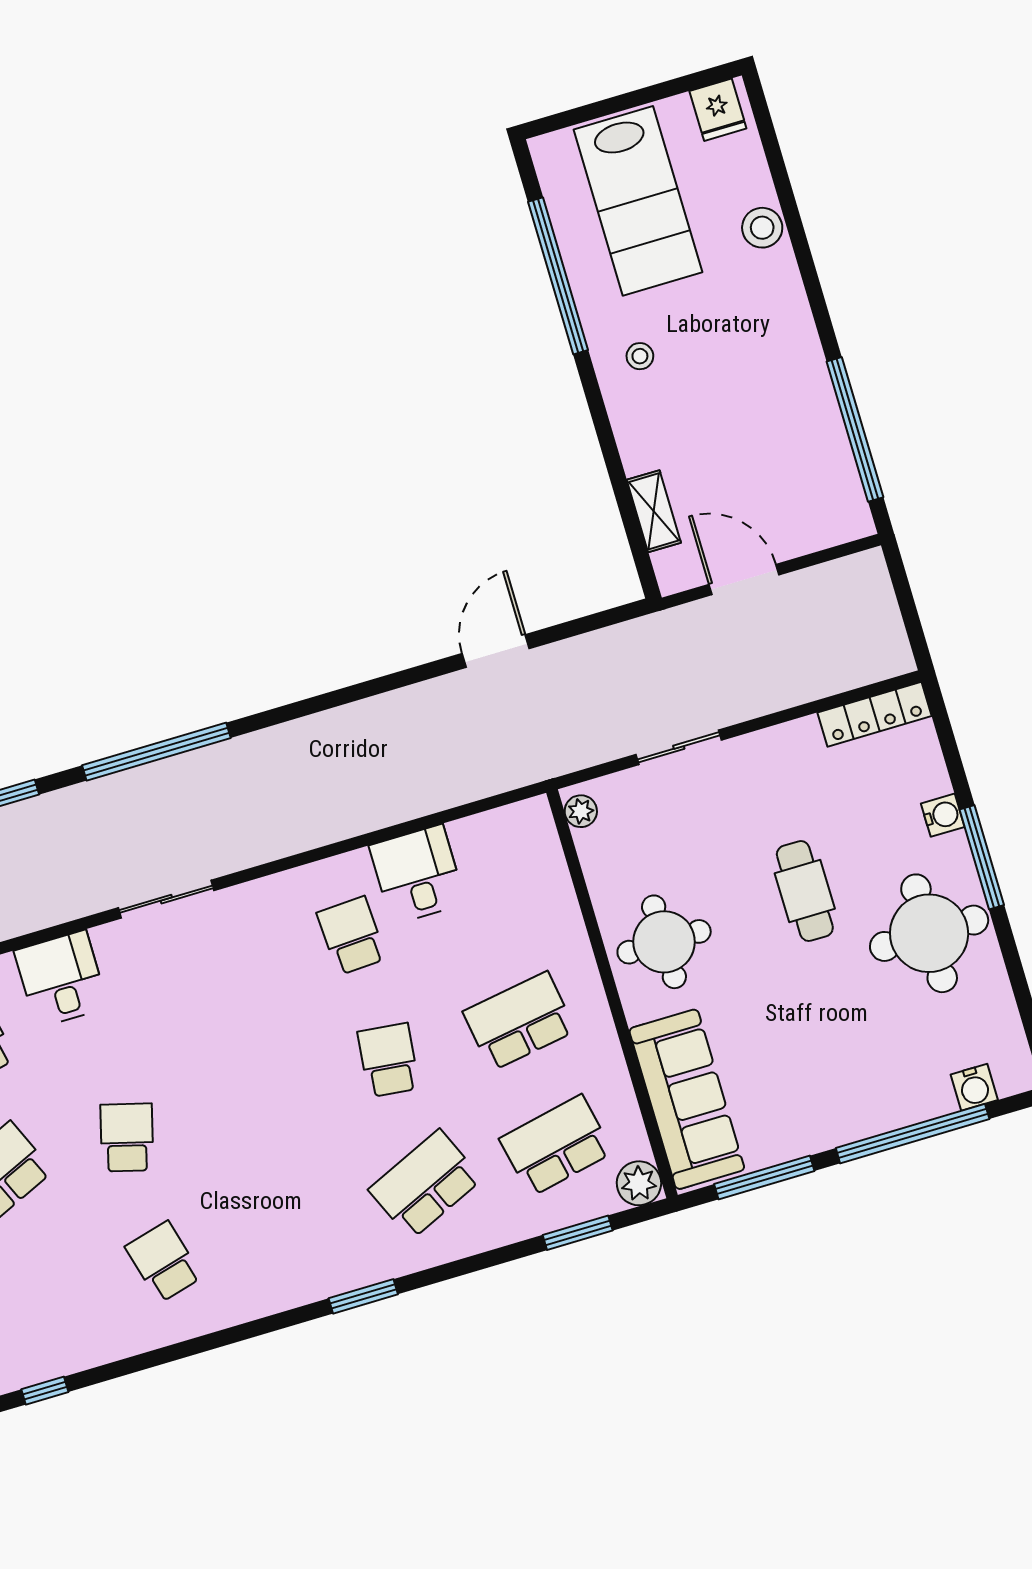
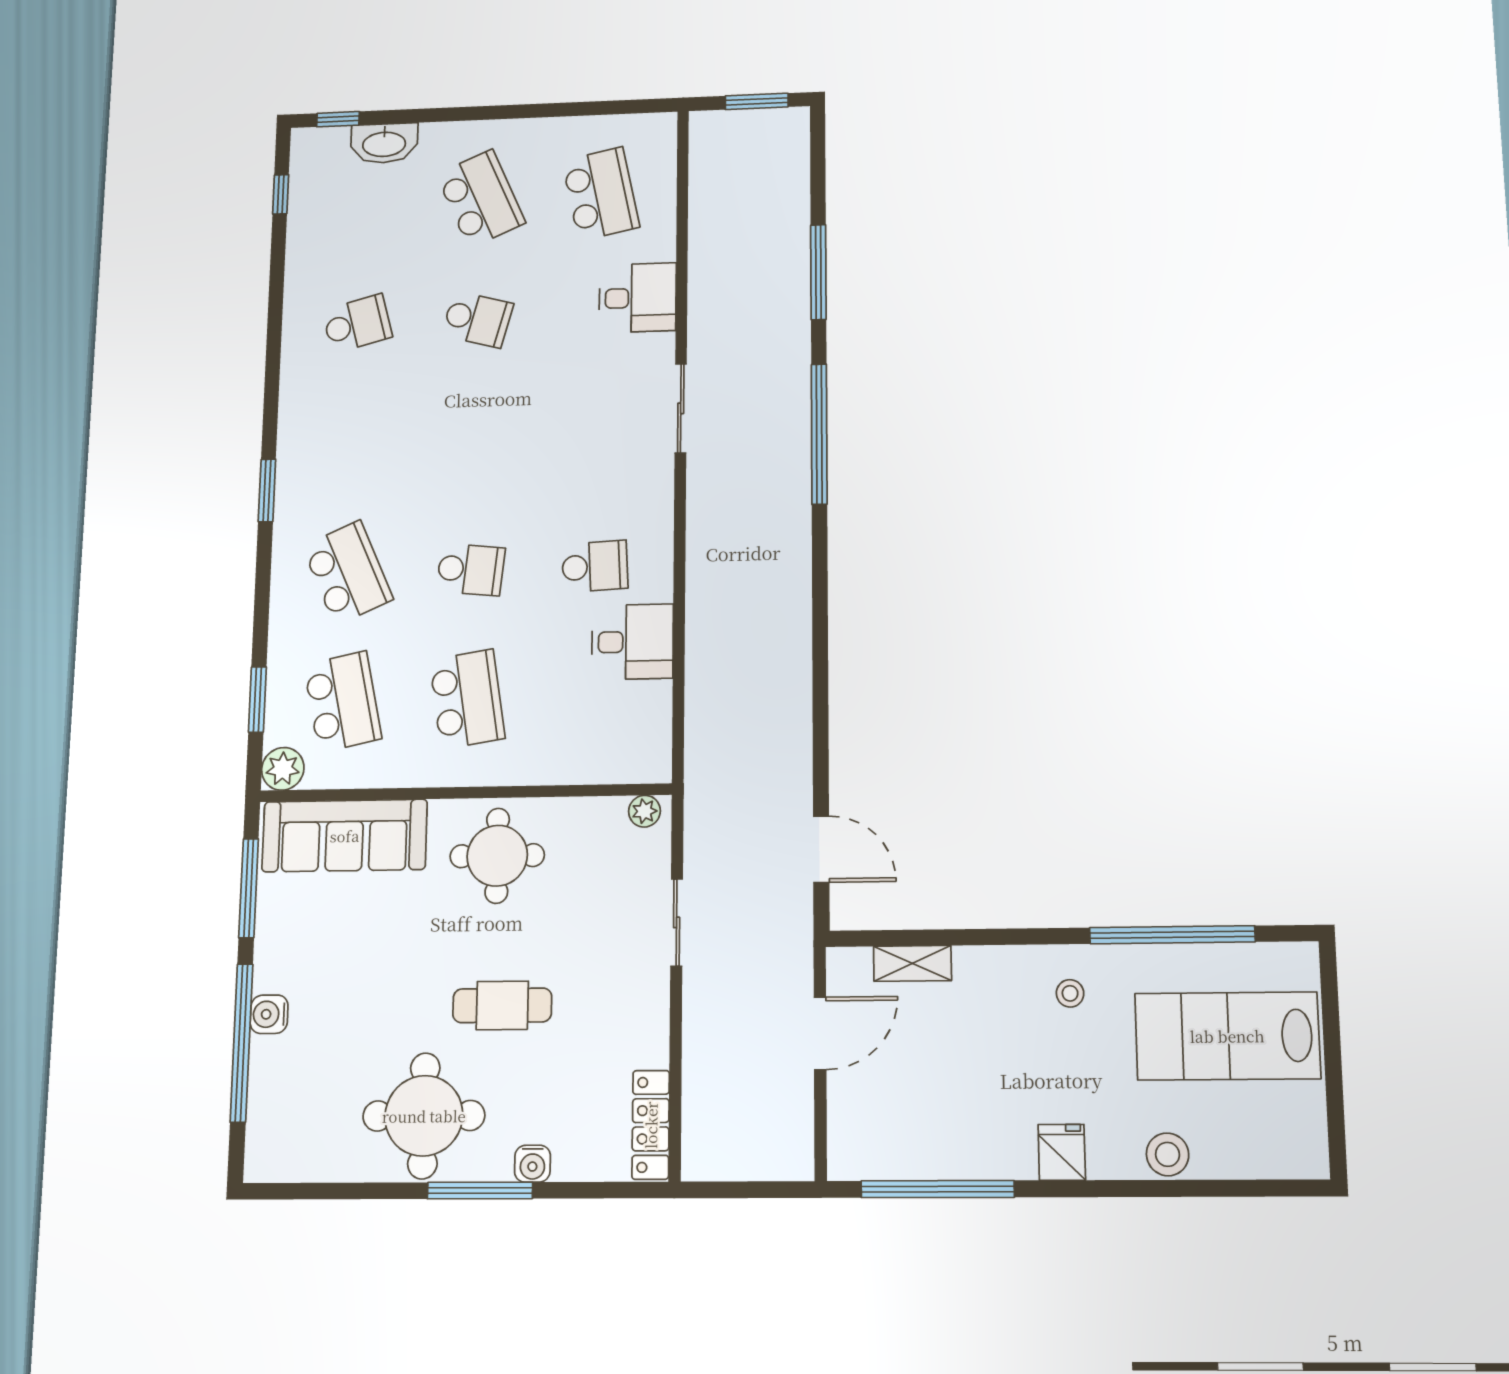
fridge: (718, 110) -> (1062, 1152), moved, turned 90
door: (496, 651) -> (821, 849), moved
water cooler: (974, 1087) -> (269, 1014), moved

